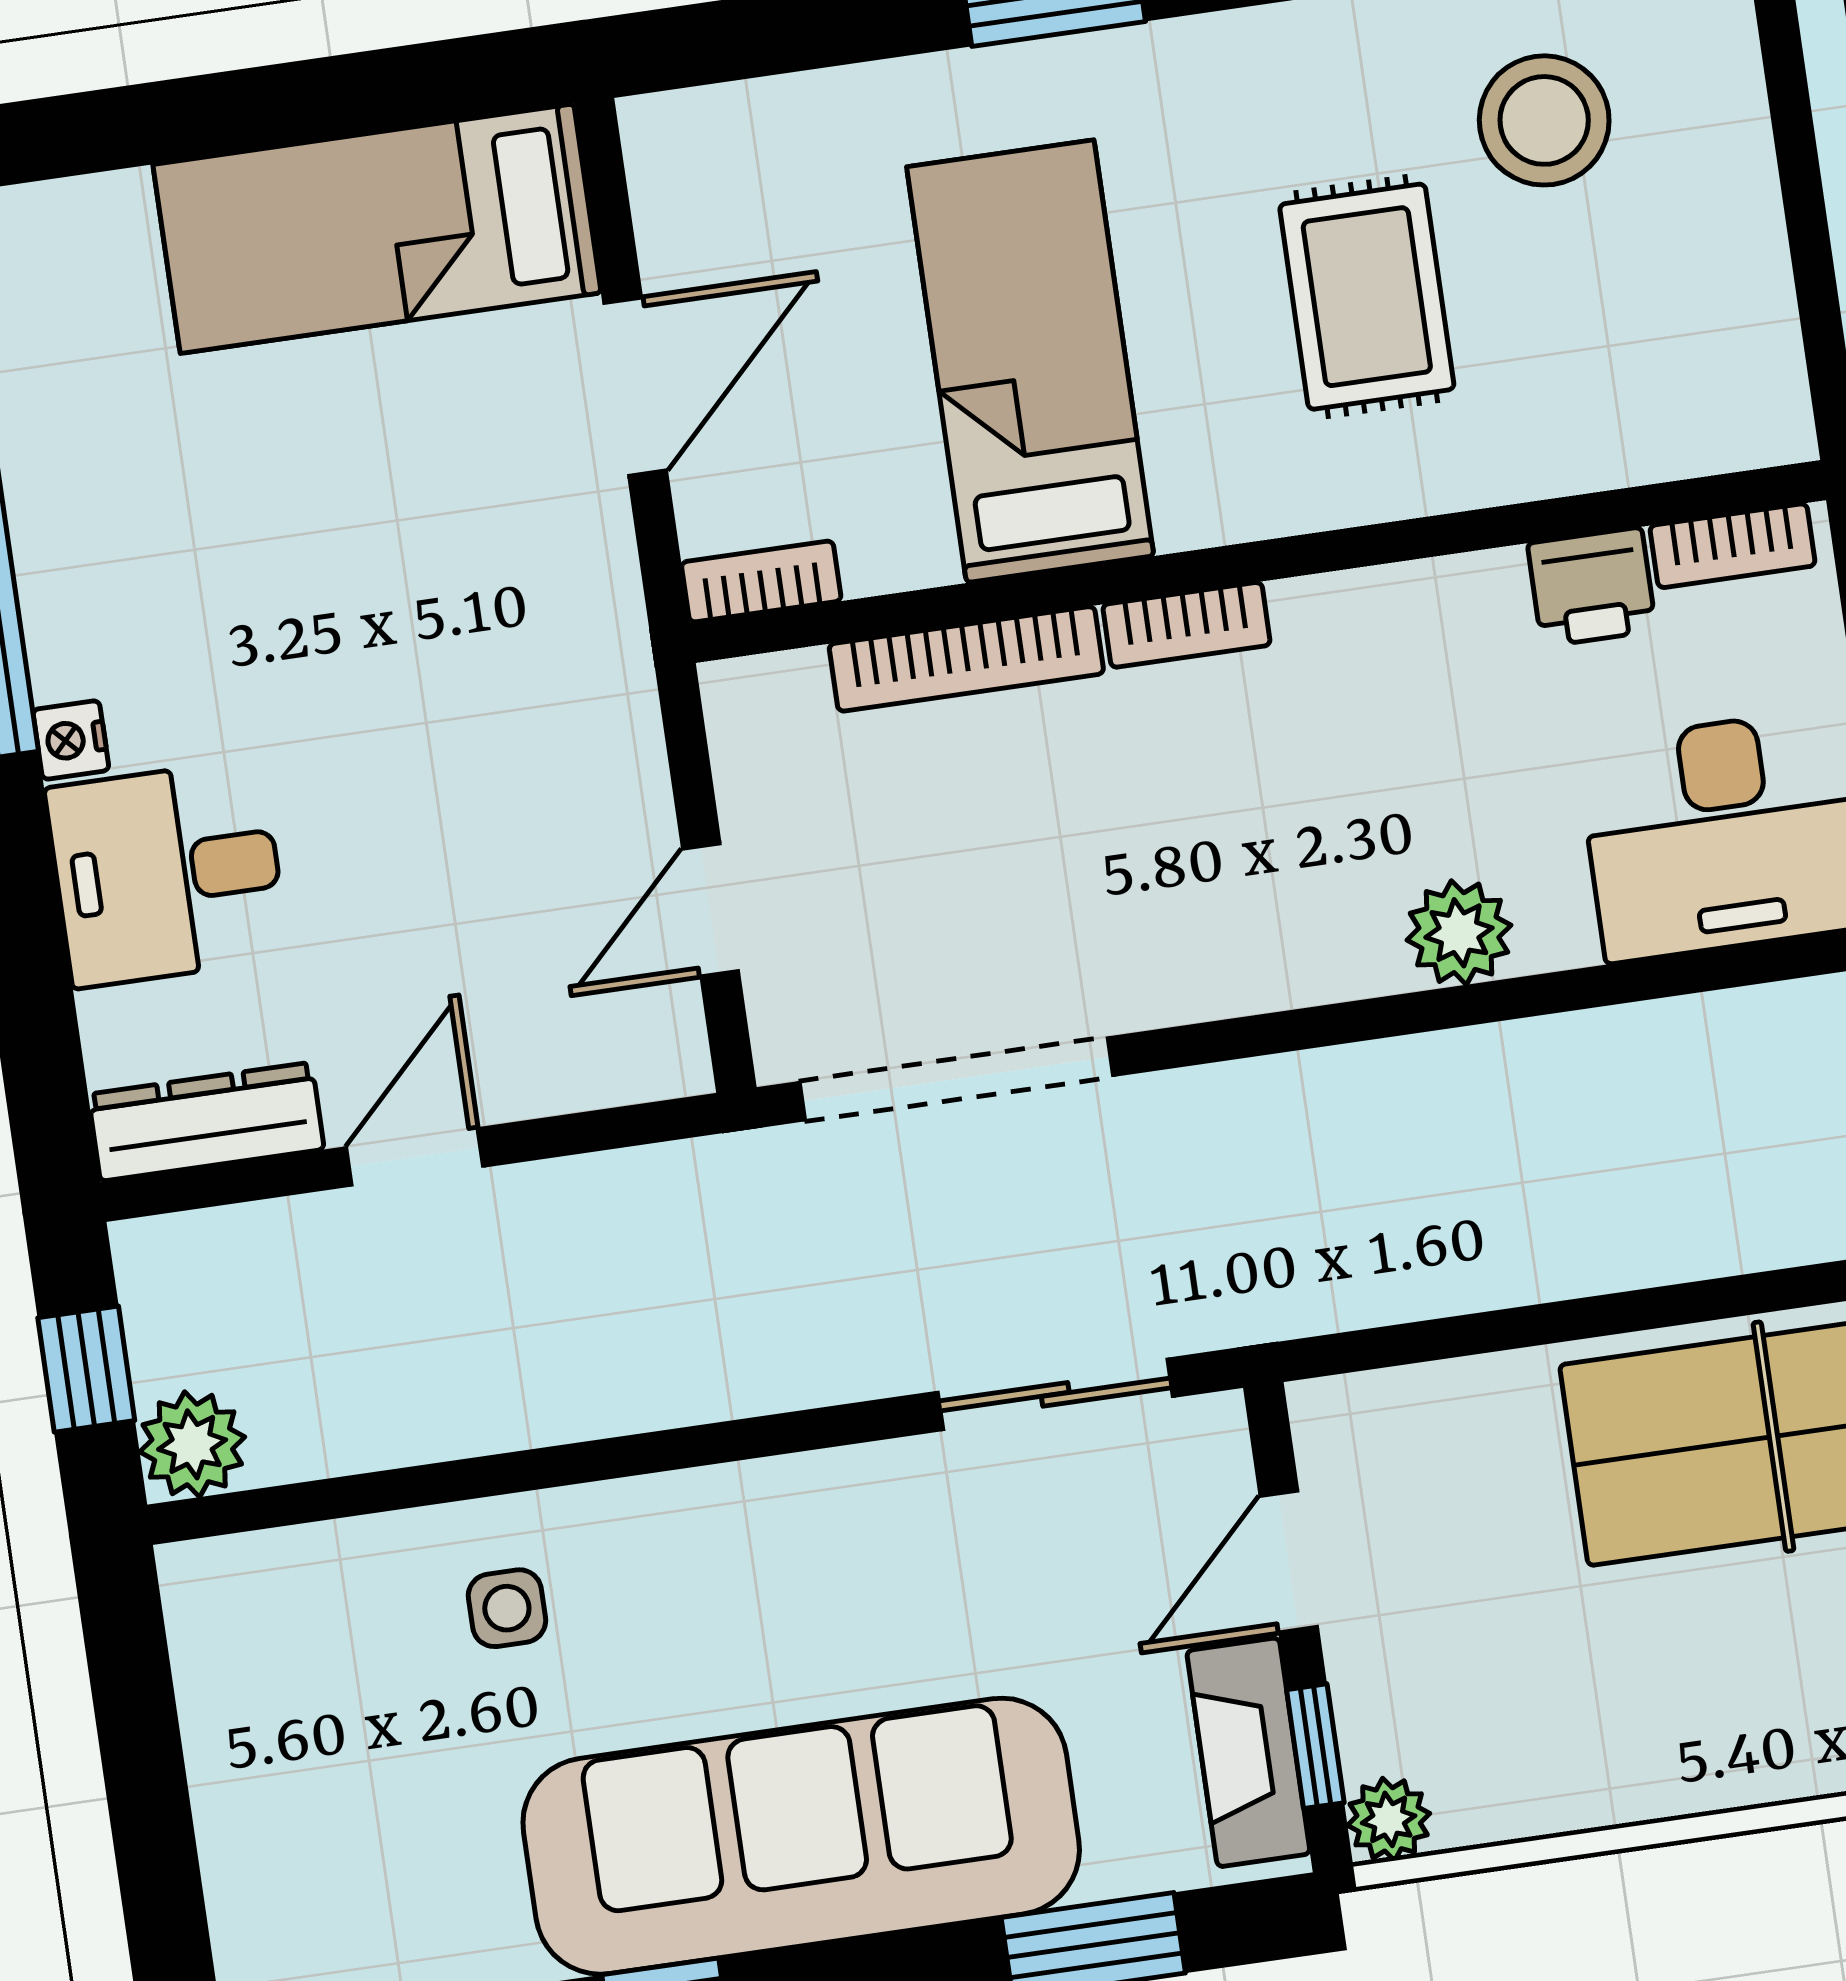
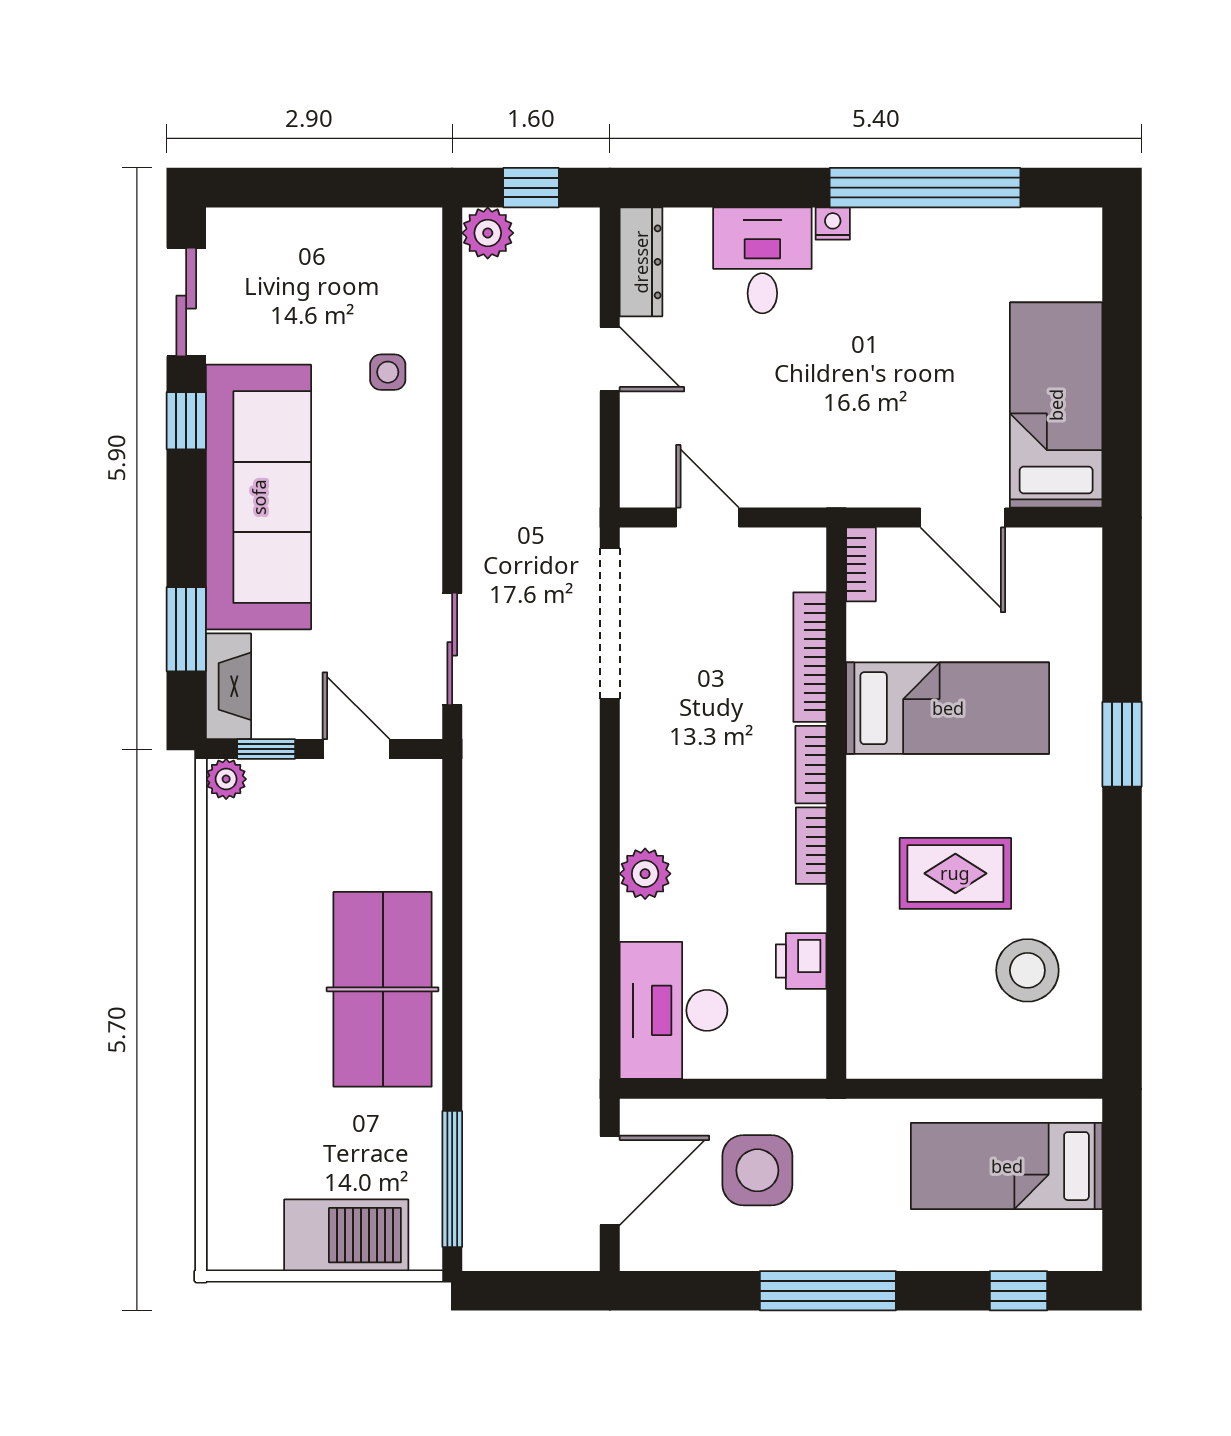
bookcase: (1733, 546) -> (811, 846), moved
fireplace: (1248, 1752) -> (229, 686), moved, turned 90

